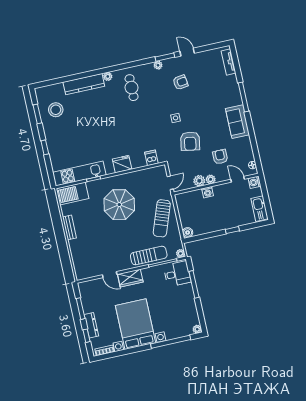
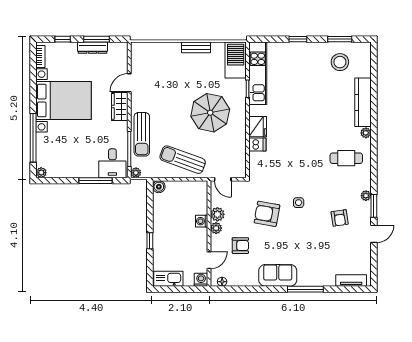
dishwasher: (151, 158) -> (257, 145), moved
dresser: (91, 325) -> (92, 48), moved

